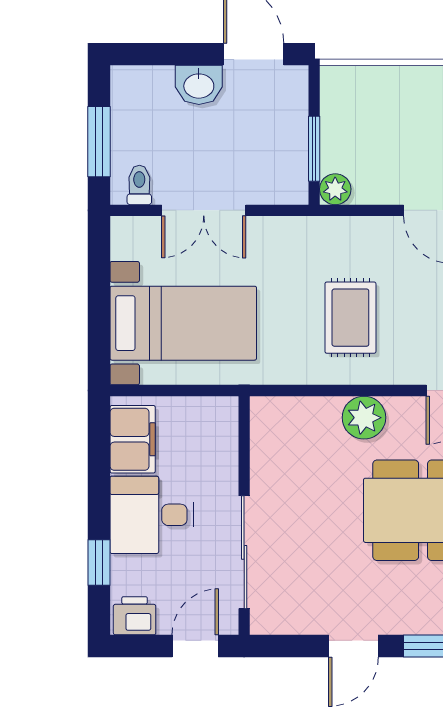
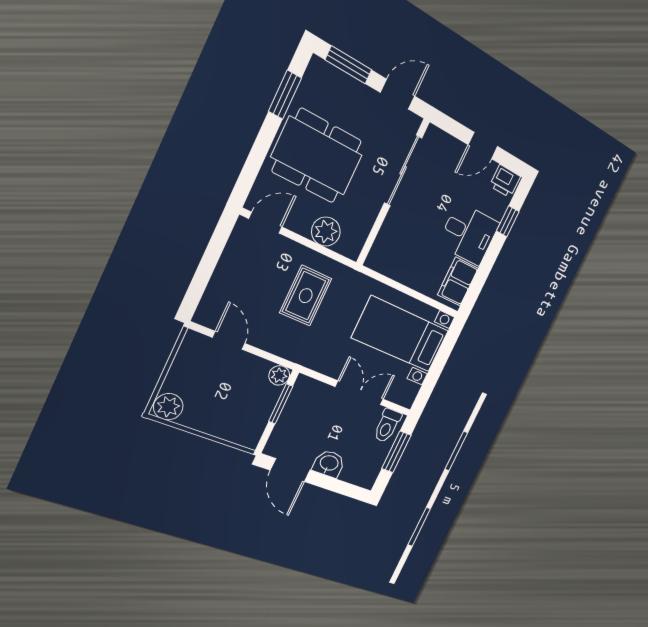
toilet: (139, 185) -> (387, 426), width x1.37, depth x1.39
wall: (244, 515) -> (393, 193), moved
sliding door: (244, 552) -> (403, 170), moved

